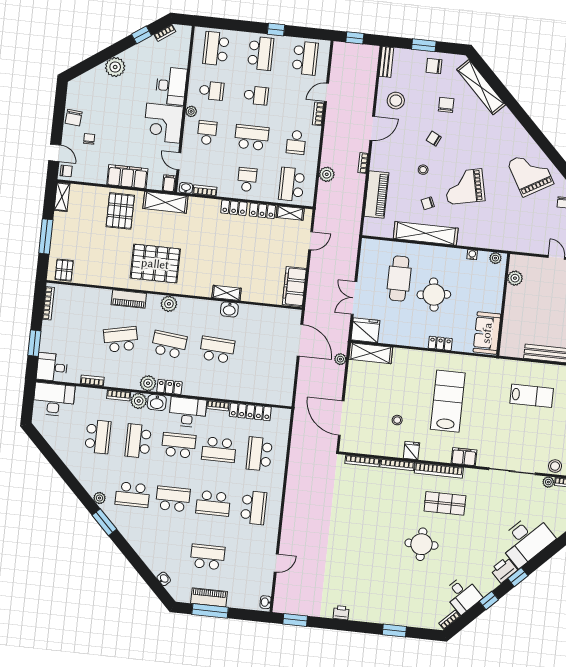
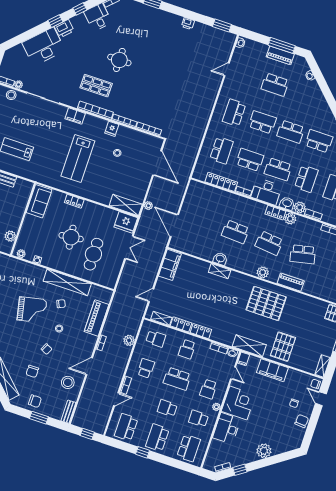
school desk: (292, 184) -> (156, 339), width x0.54

